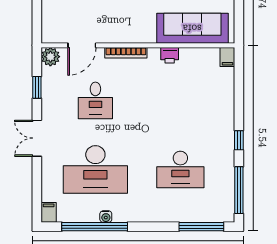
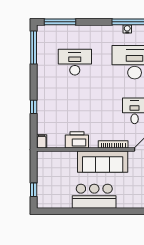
sofa: (192, 28) -> (103, 162), moved
printer: (170, 55) -> (77, 140), width x1.87, depth x1.48
window: (239, 140) -> (34, 107), moved

